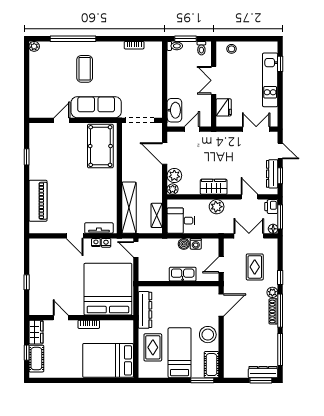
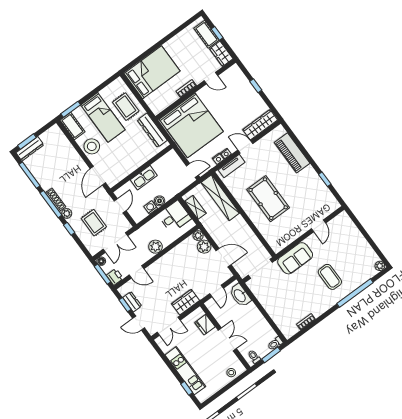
sofa: (96, 107) -> (295, 258), width x0.73
pool table: (100, 146) -> (268, 199), moved
dresser: (272, 174) -> (132, 302), width x0.70
wardrobe: (214, 187) -> (186, 302), moved, turned 180
wardrobe: (48, 246) -> (260, 125), added

